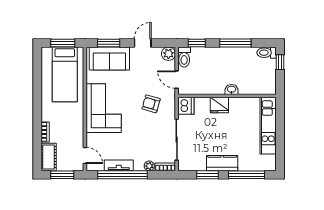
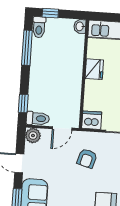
window: (235, 43) -> (27, 48), moved
washbasin: (232, 90) -> (80, 26), moved
fridge: (219, 105) -> (94, 69), moved

